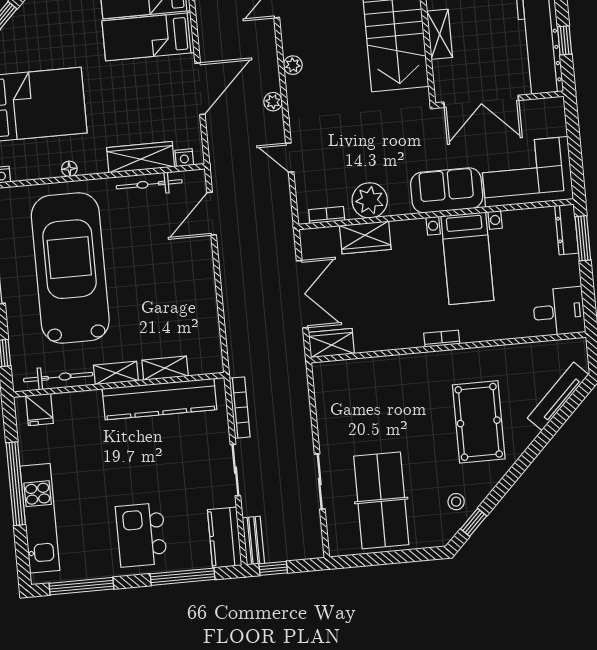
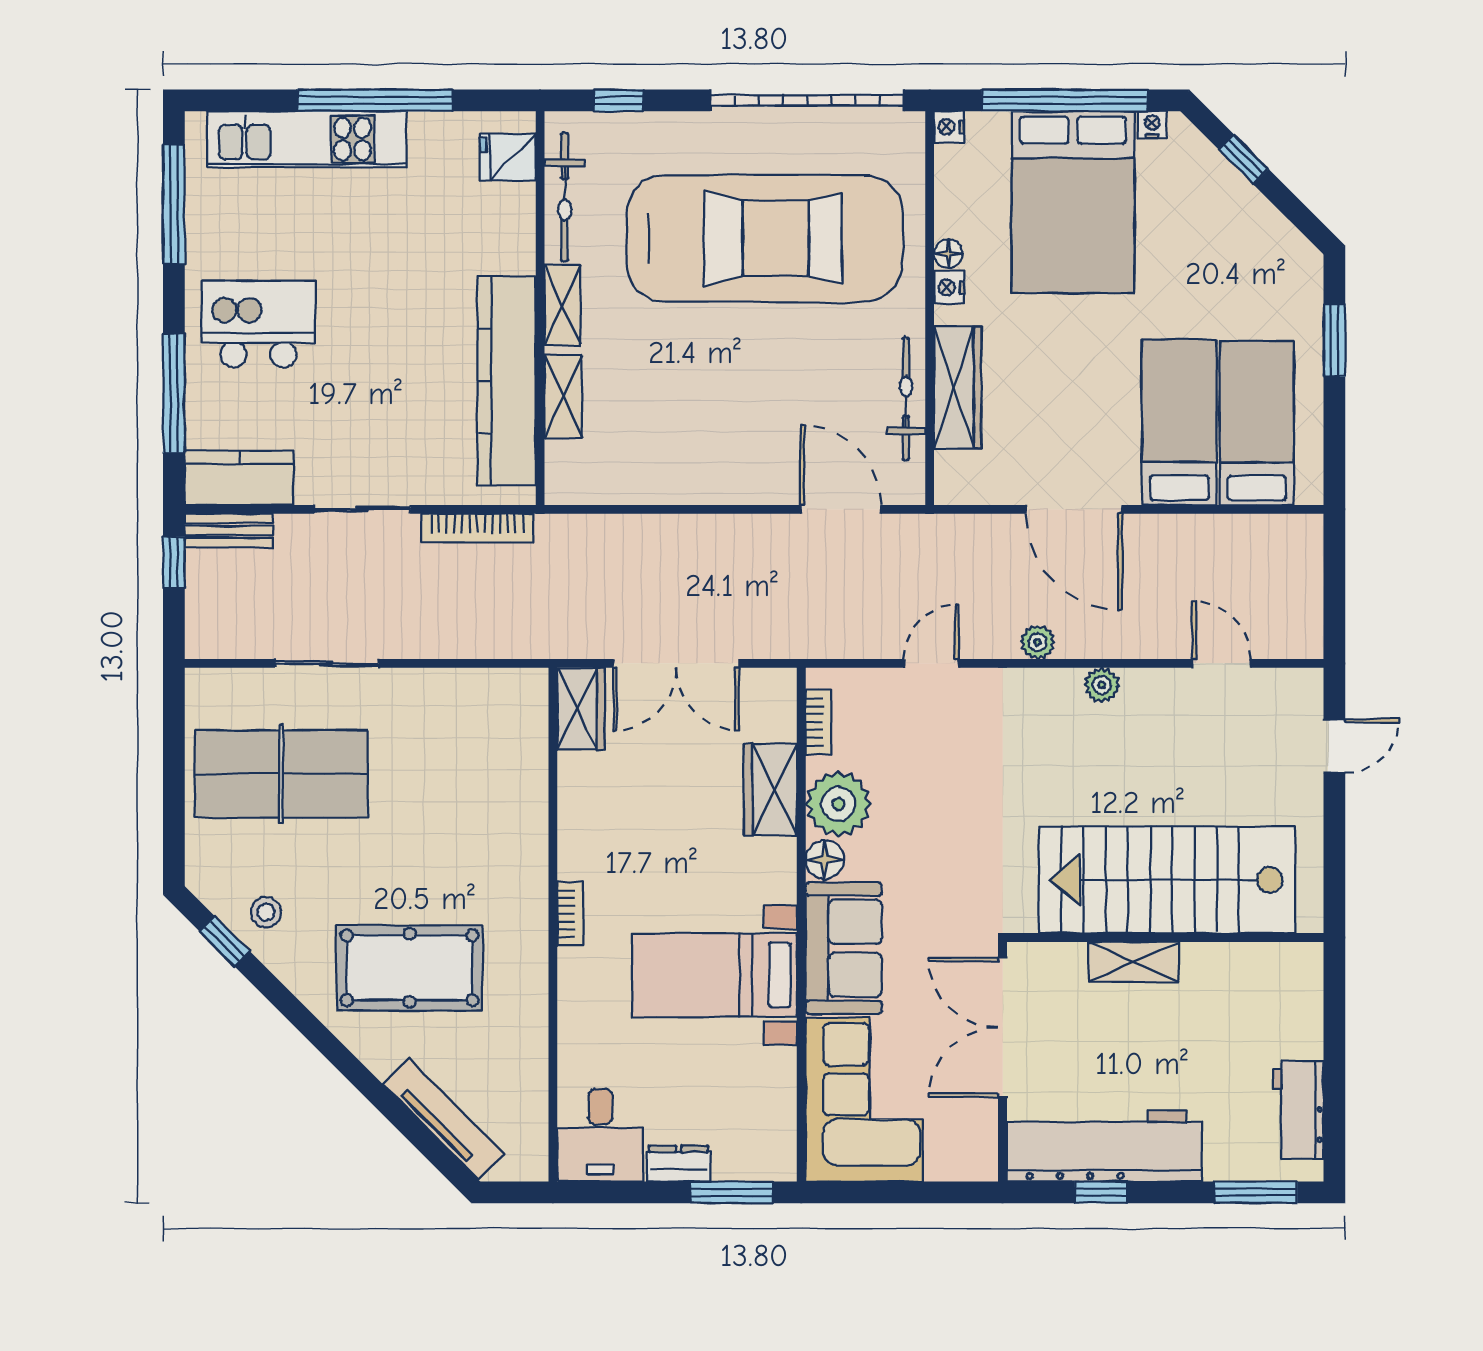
nightstand: (184, 158) -> (949, 288), moved
floor lamp: (400, 205) -> (825, 860), added
dresser: (567, 229) -> (679, 1164), moved, width x0.70

